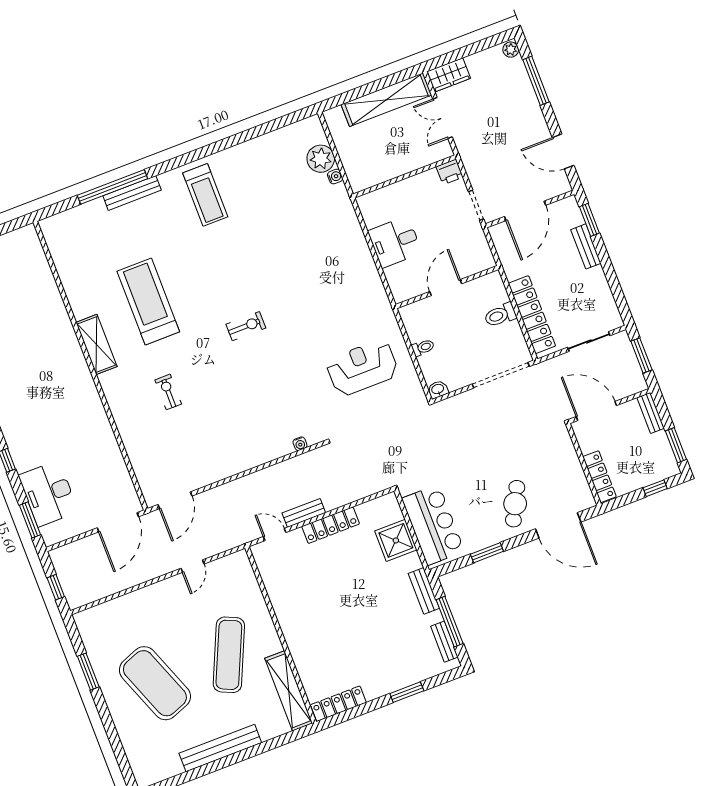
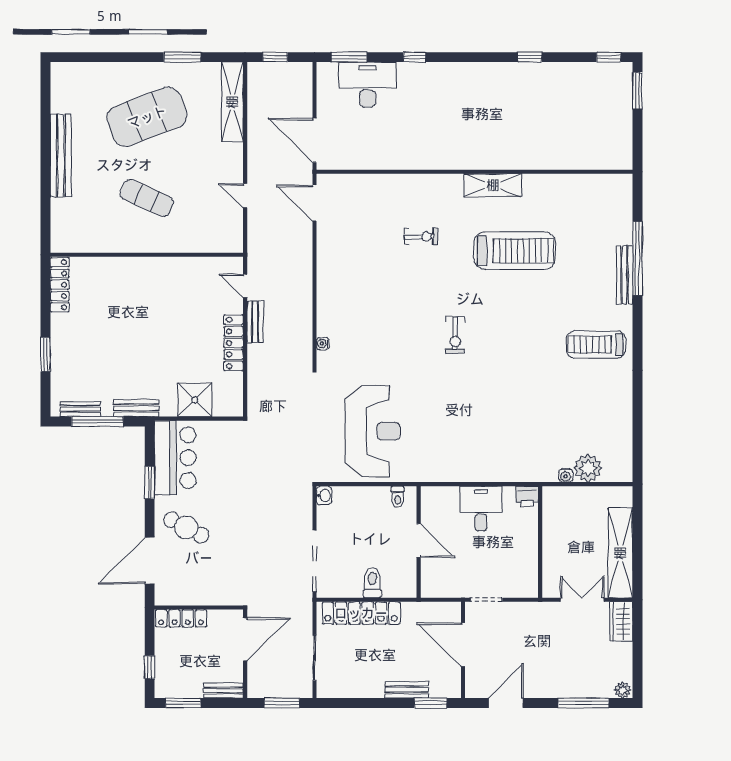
printer: (450, 172) -> (527, 496), moved, turned -90
toilet: (423, 347) -> (398, 497), moved
reception desk: (362, 368) -> (373, 431), width x1.36, depth x1.30
bar counter: (433, 525) -> (175, 458), moved, turned -90
door: (275, 535) -> (245, 286), swing flipped
exercise mat: (229, 655) -> (147, 198), width x0.73, depth x0.69
shelving: (289, 691) -> (232, 102), moved, turned 90

